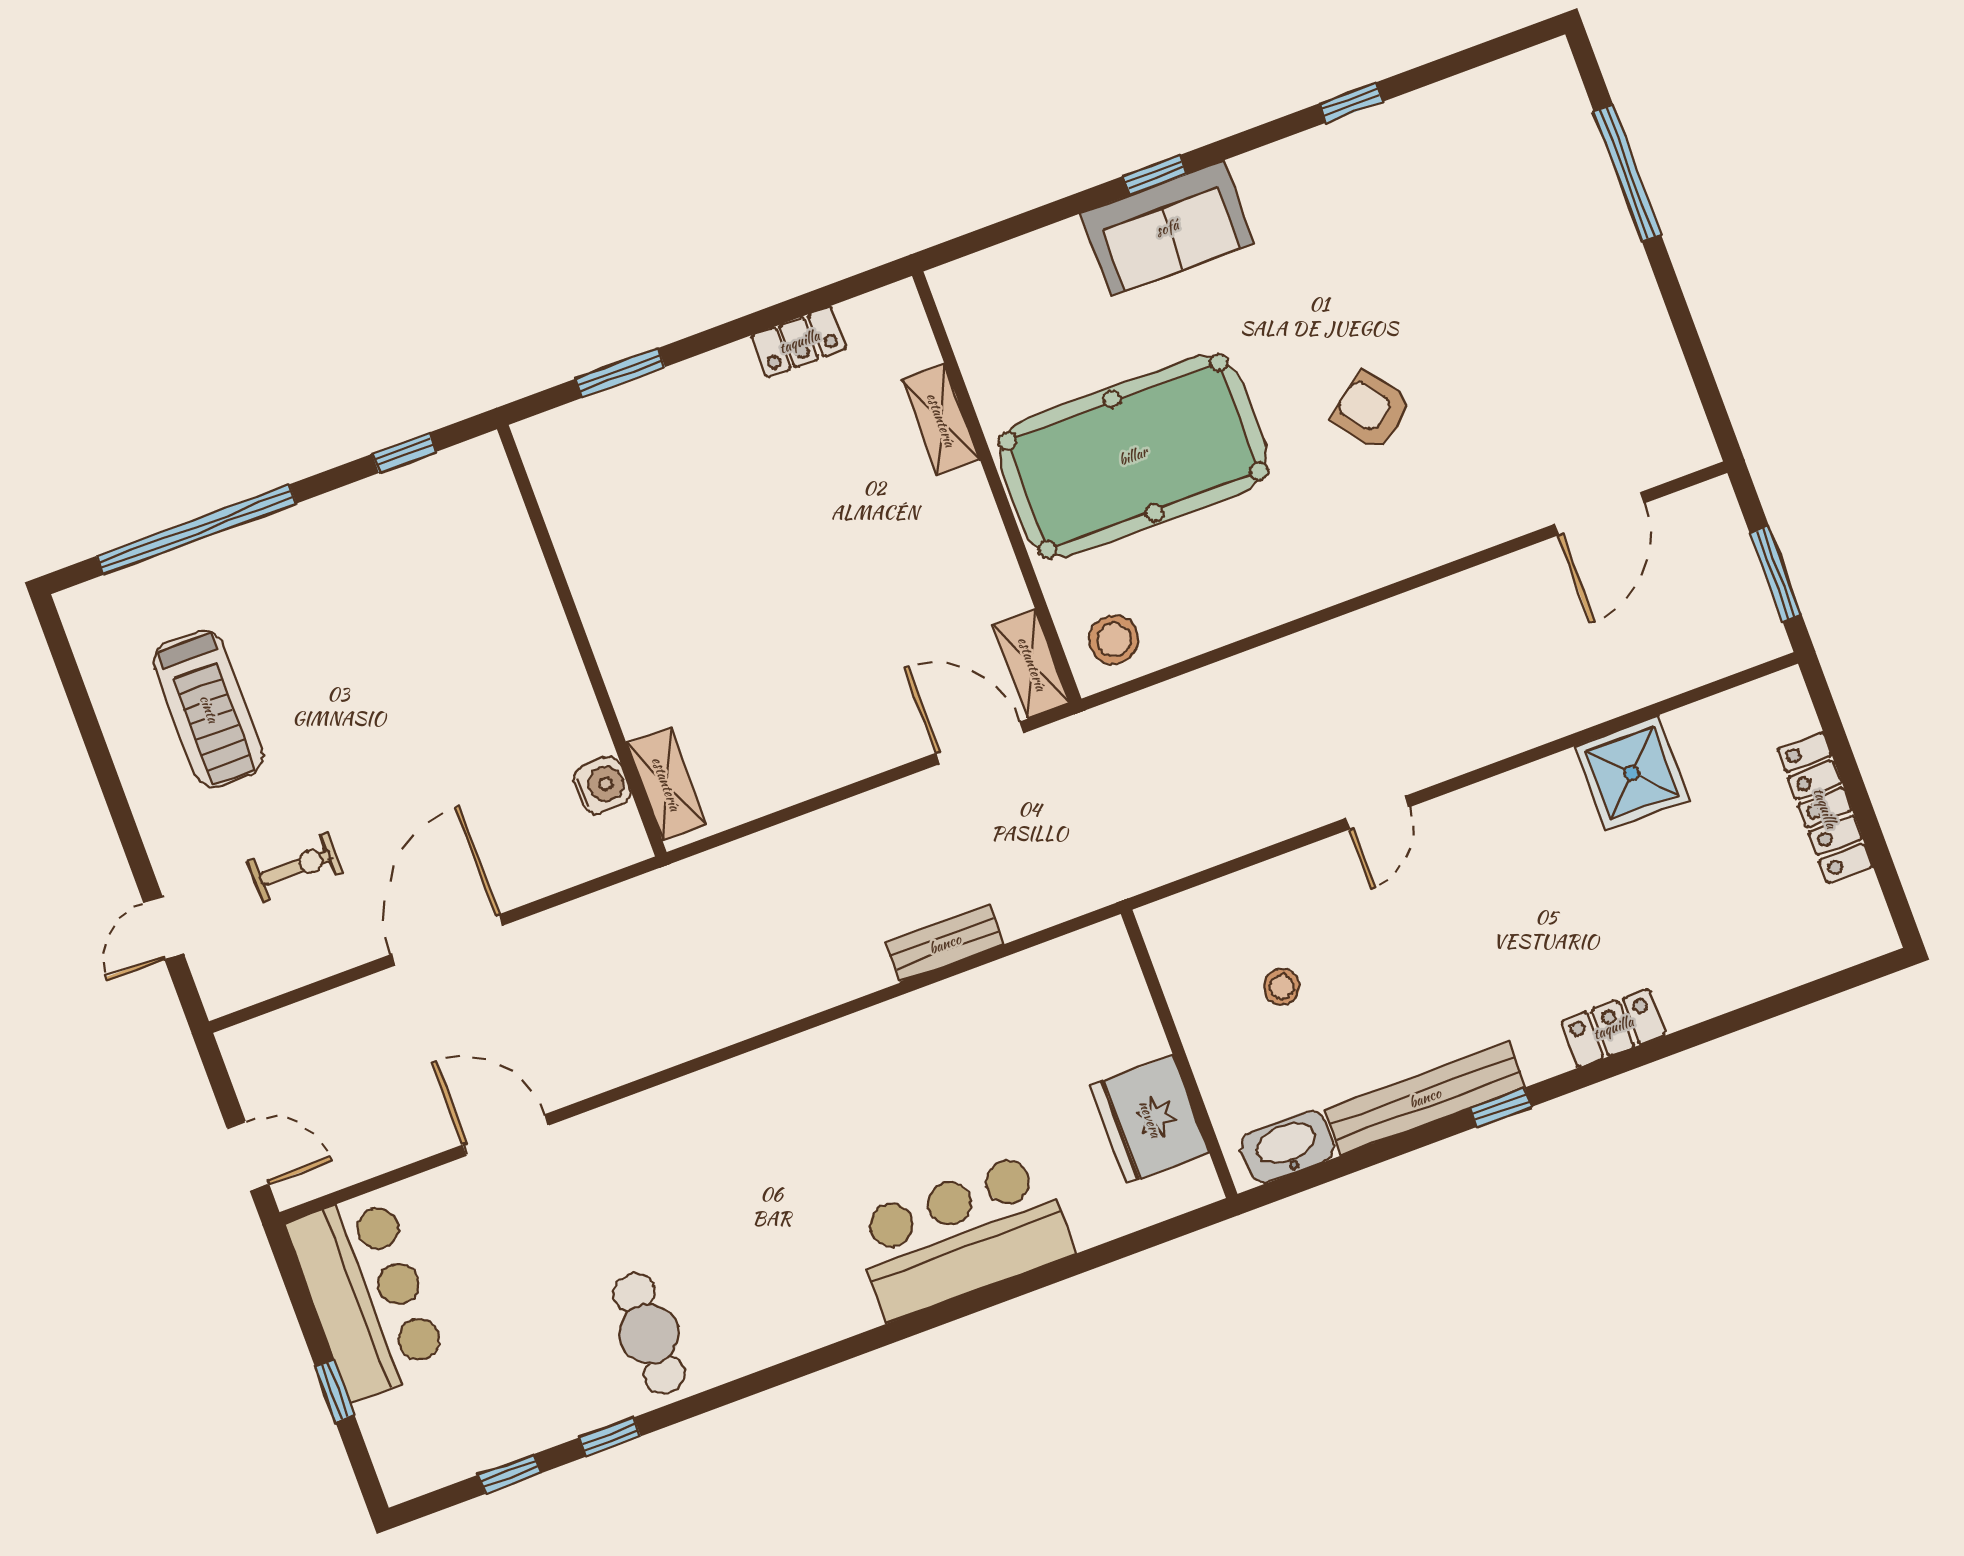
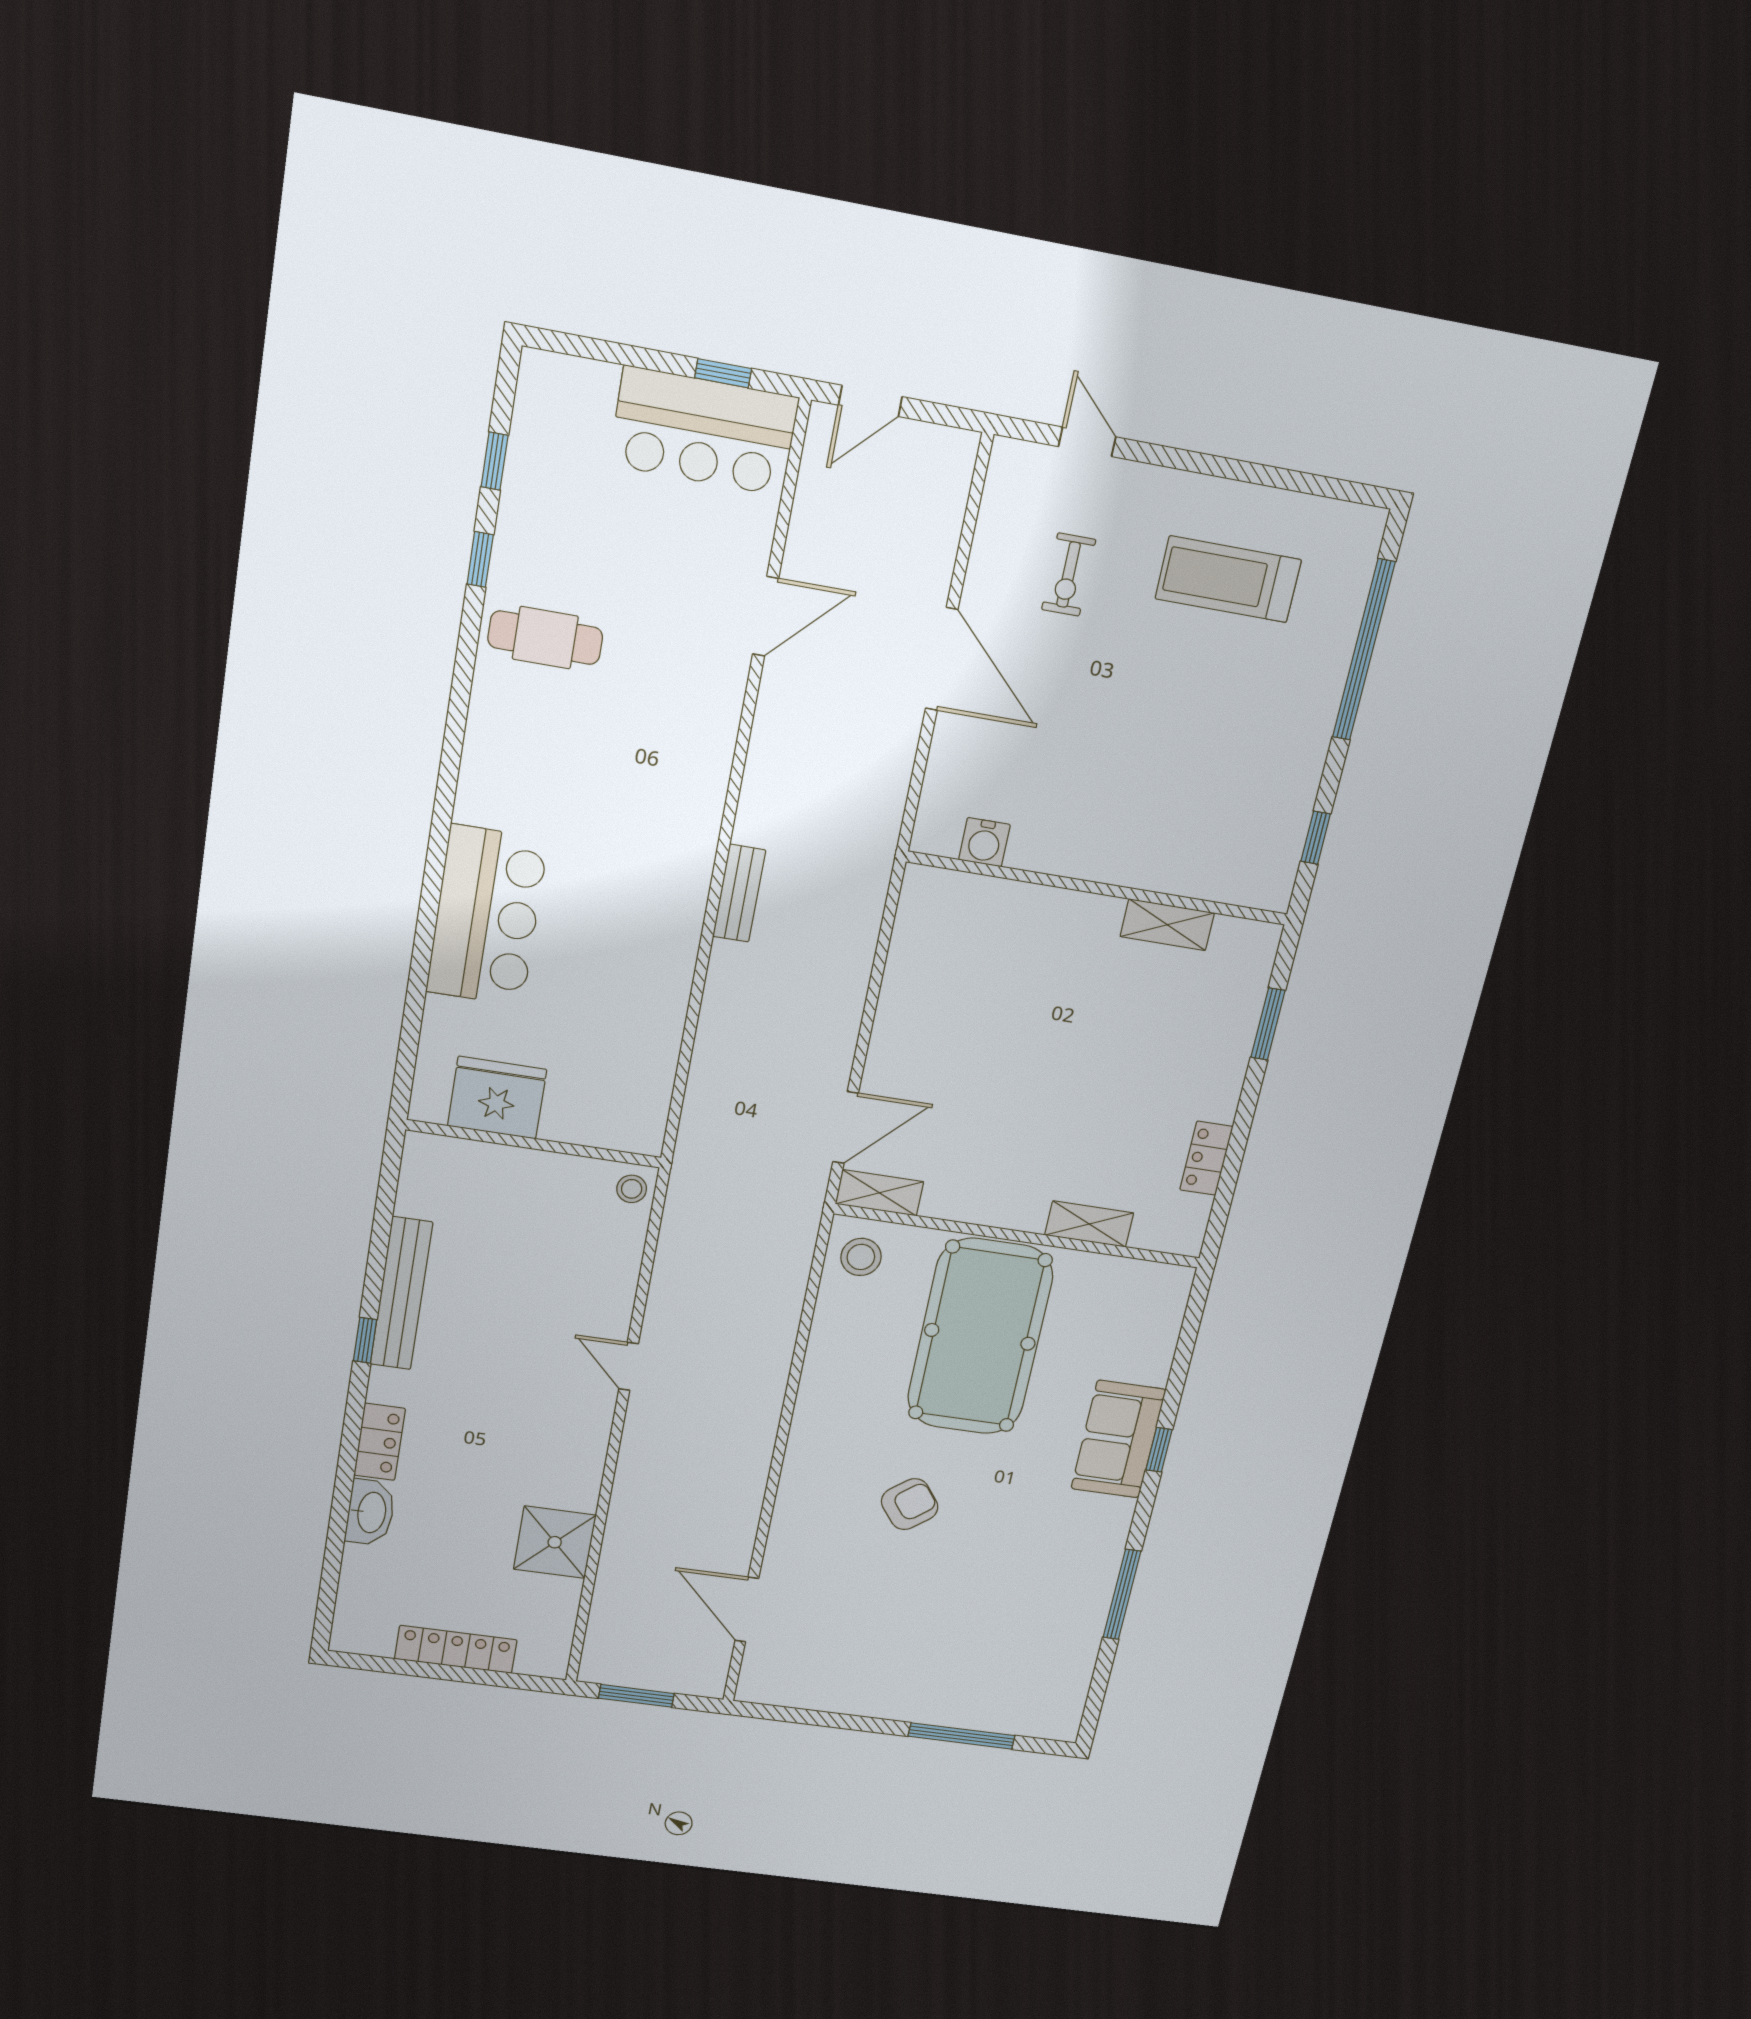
window: (1351, 103) -> (1122, 1594), width x2.17
shelving: (666, 784) -> (1167, 925), moved
bench: (945, 944) -> (739, 893), moved
stool: (1282, 987) -> (632, 1189), moved
washbasin: (1287, 1147) -> (370, 1512), moved
window: (335, 1391) -> (723, 373), moved

